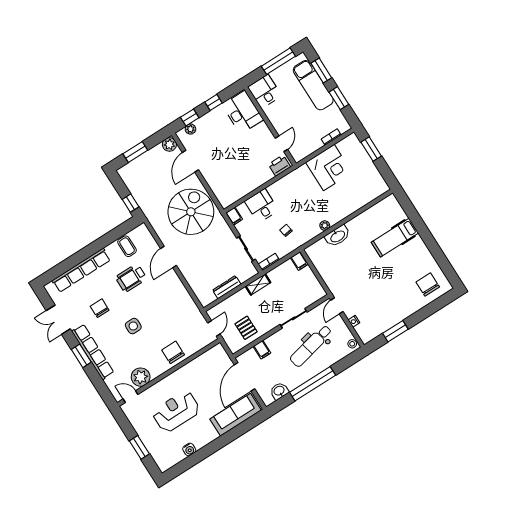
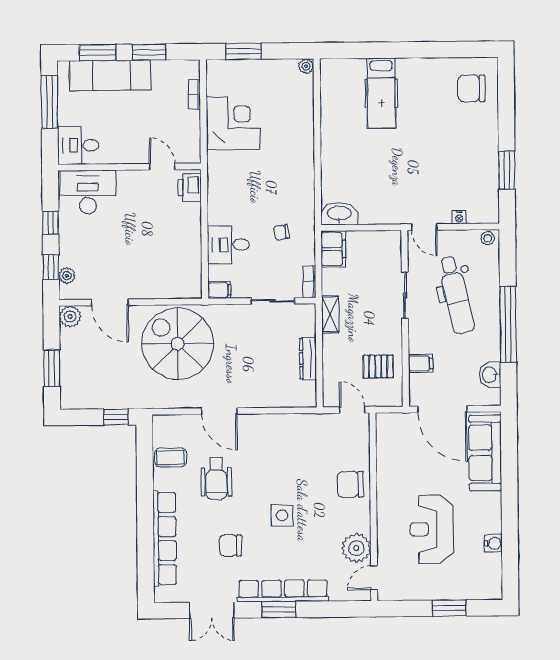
plant: (325, 226) -> (306, 66), moved
washbasin: (337, 236) -> (339, 214), moved, turned -90
filing cabinet: (299, 261) -> (333, 249), width x2.00

